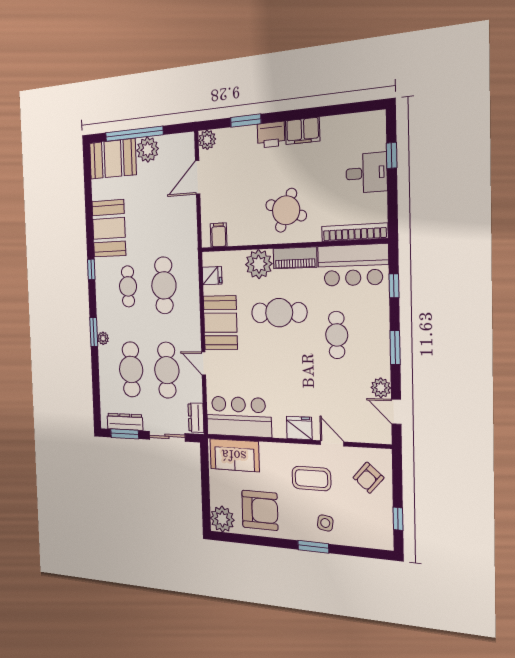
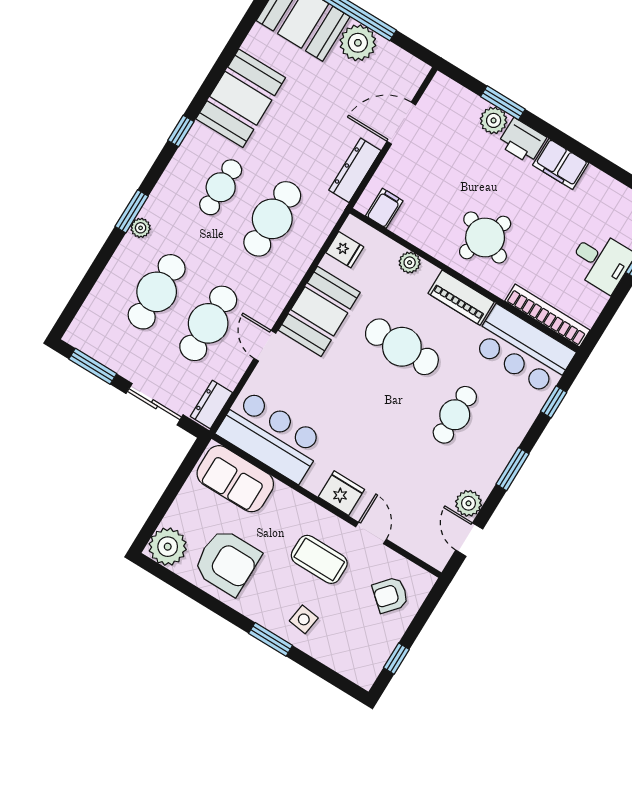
plant: (207, 140) -> (494, 120), moved
plant: (259, 264) -> (410, 263), width x0.53, depth x0.53
dresser: (125, 422) -> (355, 170), moved, turned -90

